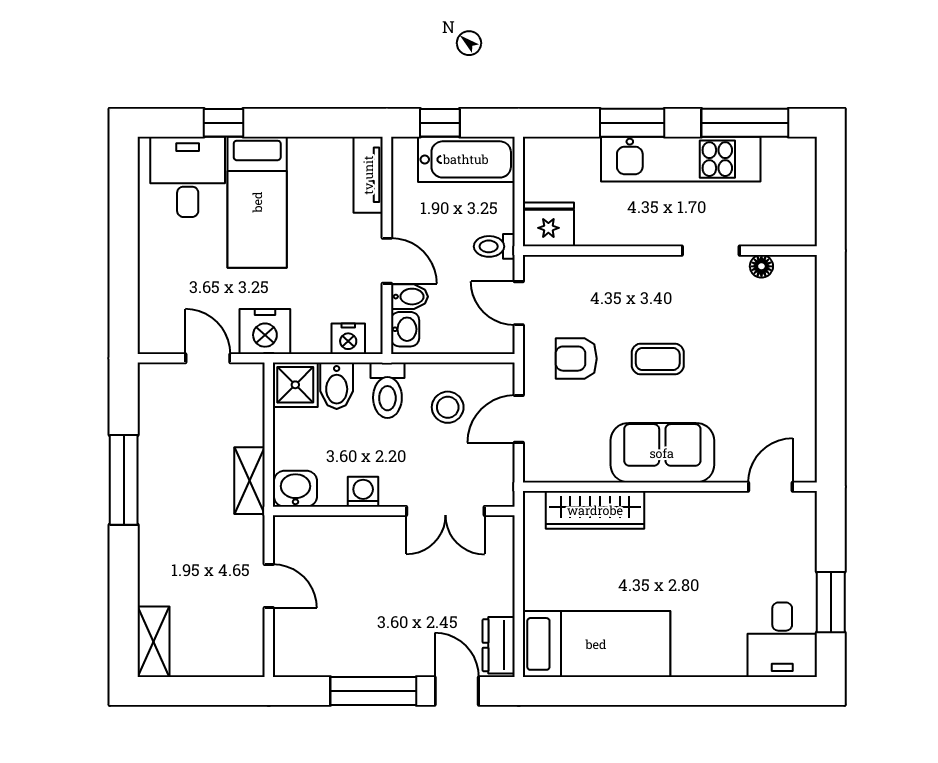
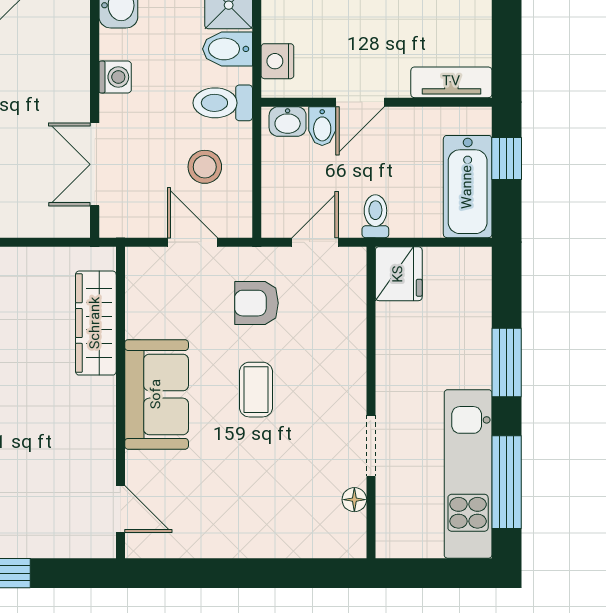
kitchen unit: (681, 159) -> (468, 474), moved
armchair: (576, 359) -> (256, 303), turned -90

